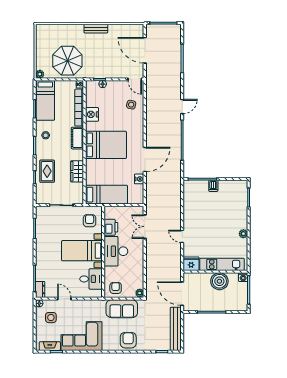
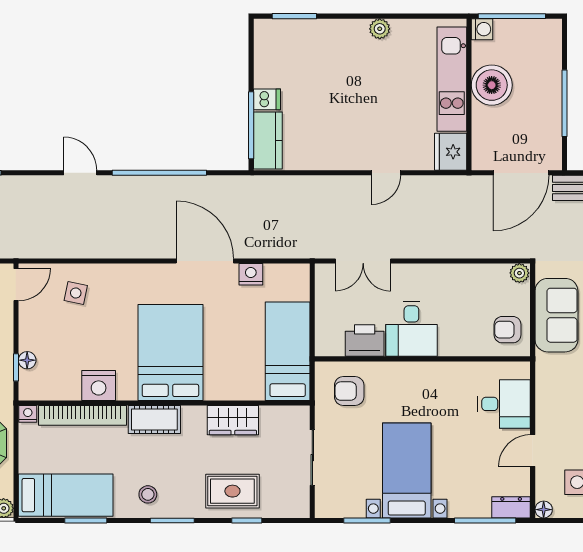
kitchen counter: (196, 186) -> (268, 140), added
bed with nightstands: (82, 251) -> (407, 470), moved, turned 180
desk: (116, 251) -> (411, 329), width x0.73
desk: (91, 279) -> (504, 404), moved, turned 90

